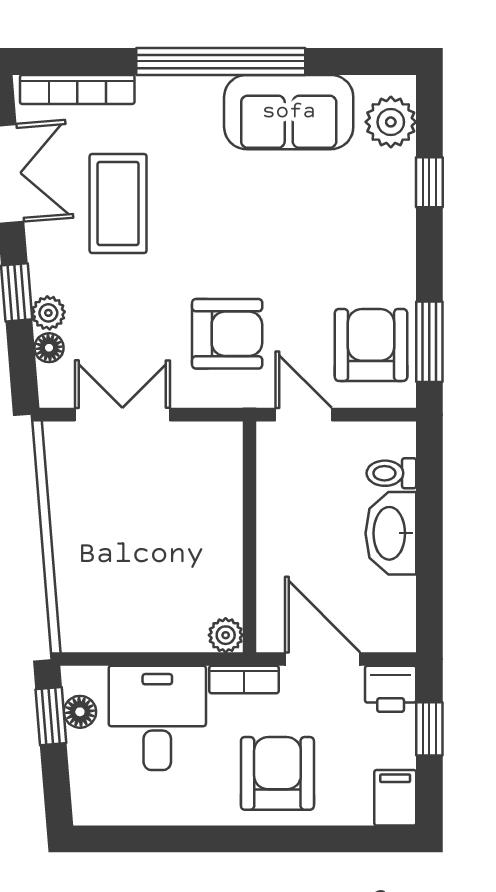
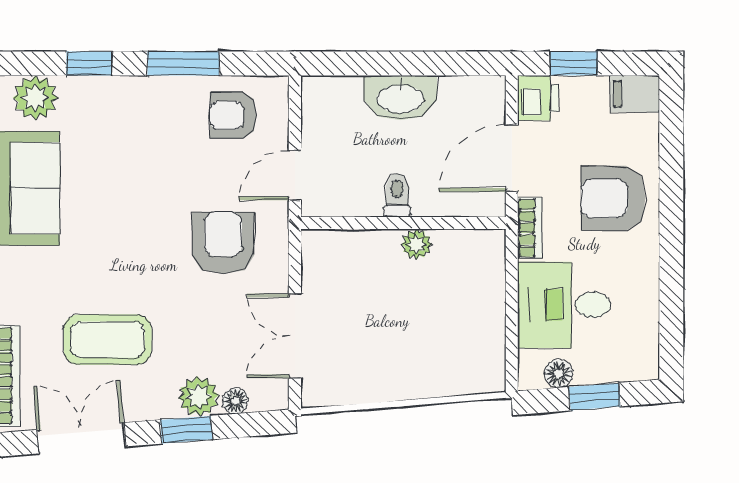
plant: (48, 313) -> (199, 396), width x1.38, depth x1.38
window: (429, 342) -> (183, 63), moved
armchair: (371, 345) -> (233, 115), width x0.72, depth x0.72
toilet: (391, 473) -> (397, 195), moved, turned 180
plant: (226, 635) -> (417, 244), moved
window: (51, 716) -> (595, 397), moved

